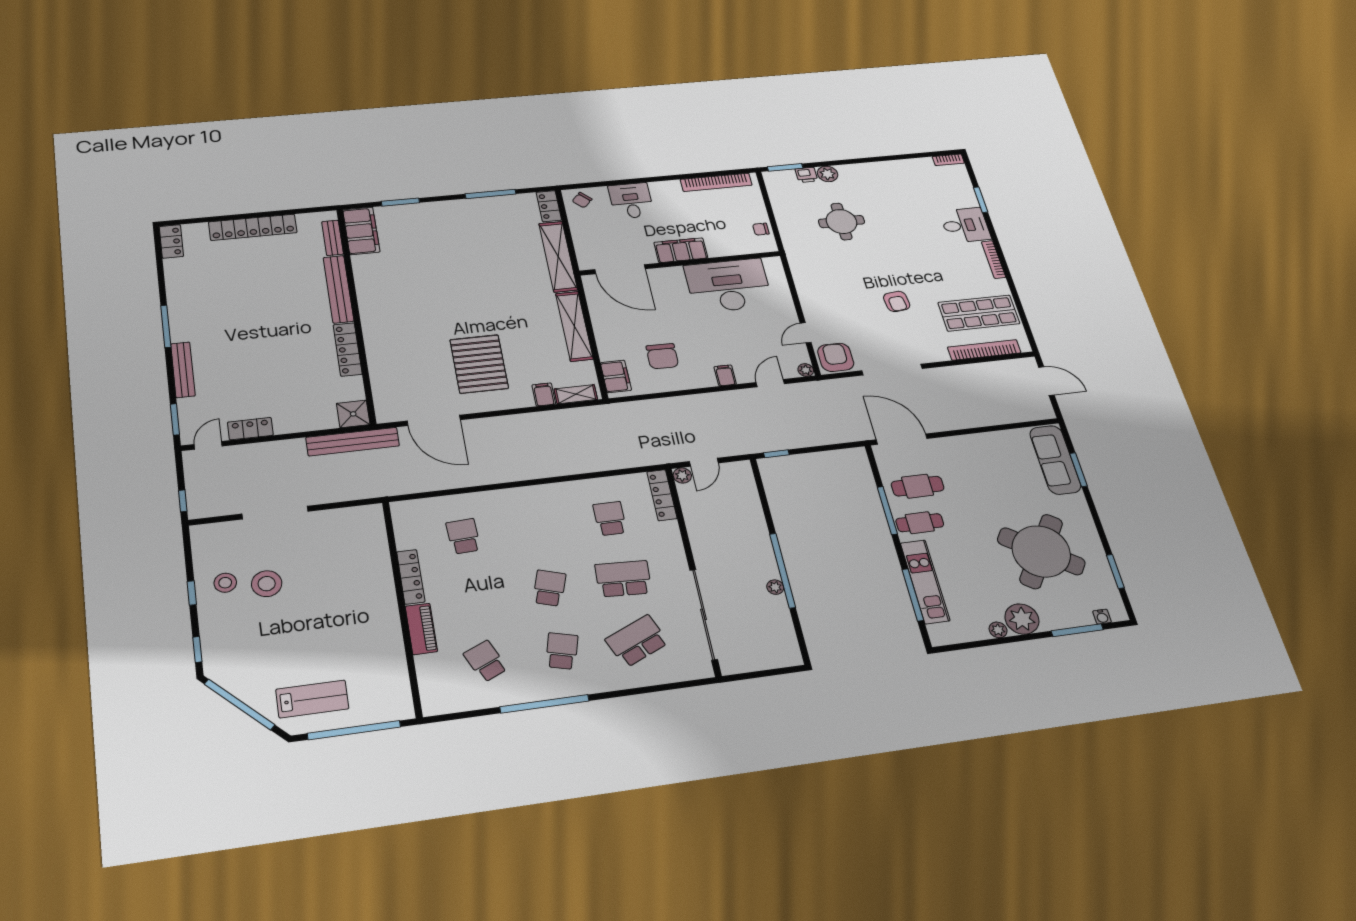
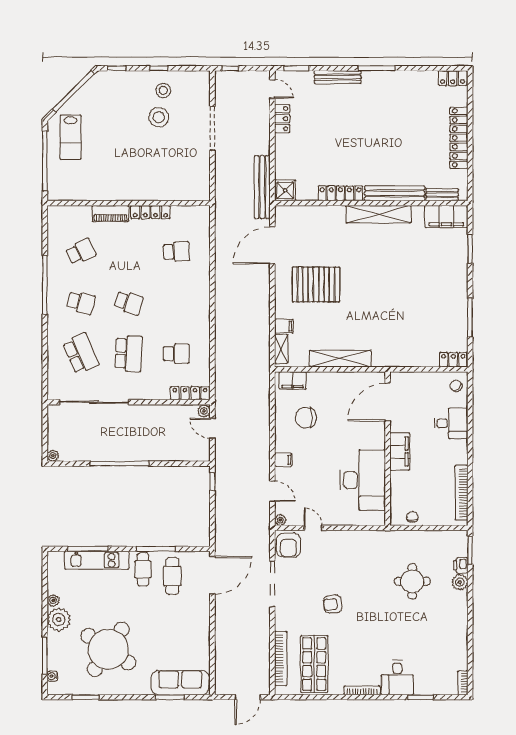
shelving: (558, 257) -> (378, 214), moved
armchair: (836, 357) -> (288, 545), turned 90
plant: (775, 587) -> (53, 456), moved

